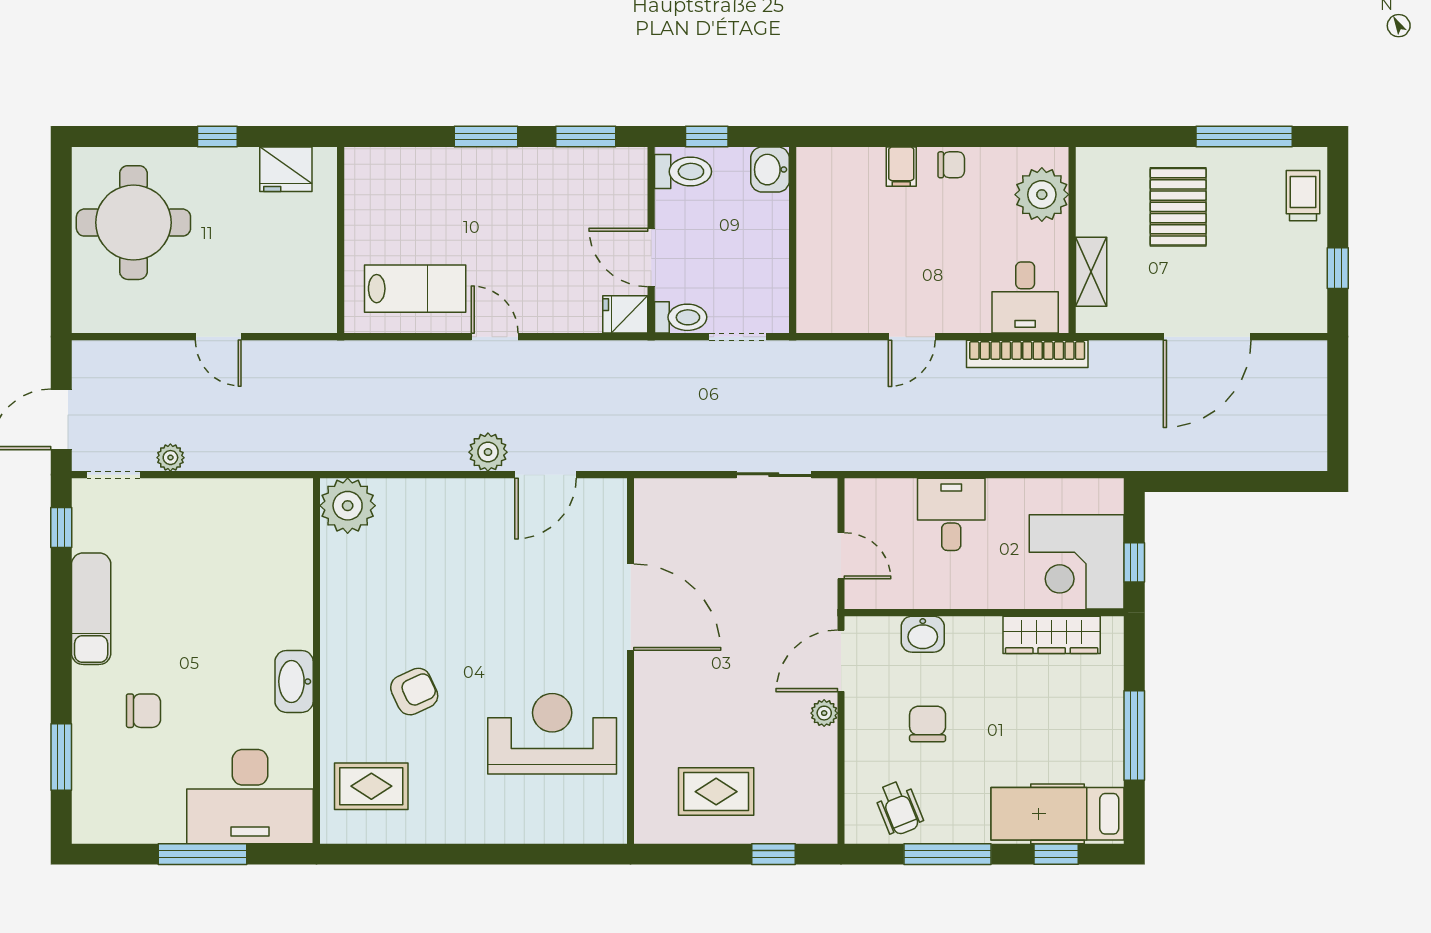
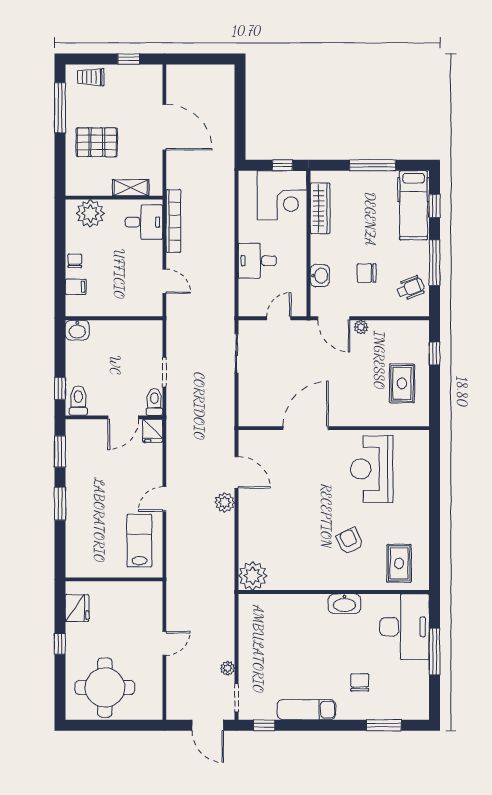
washbasin: (770, 170) -> (77, 330), moved
wall: (793, 240) -> (114, 318), moved

